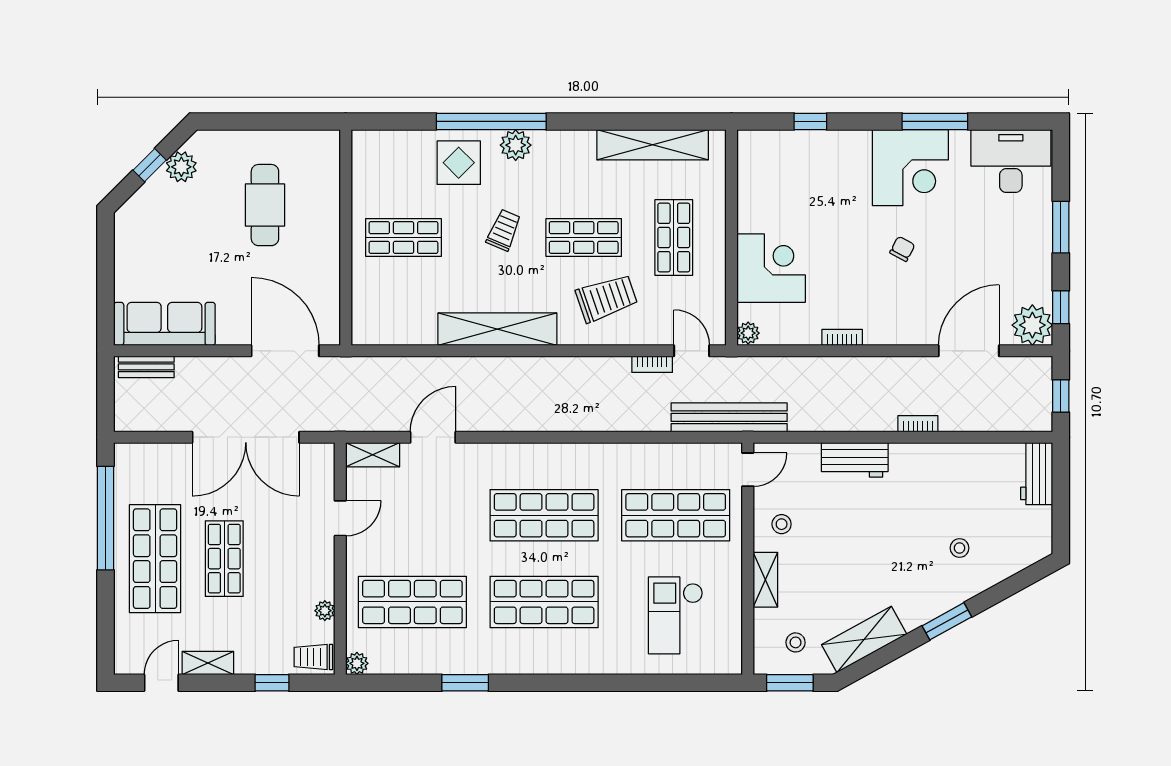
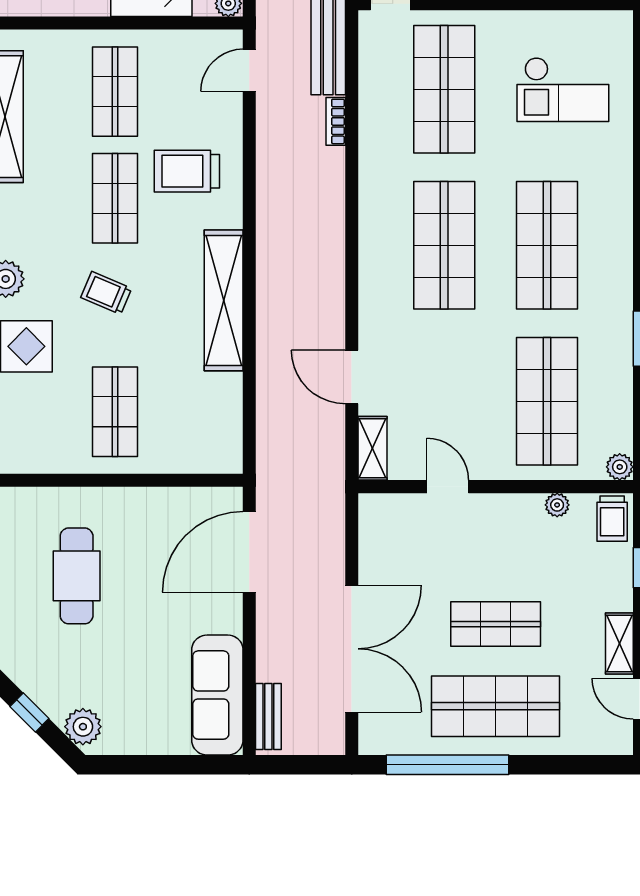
plant: (181, 167) -> (83, 727), moved
cafe table: (265, 205) -> (77, 576), turned 90
shop shelf: (674, 238) -> (115, 92), turned 90
trolley: (606, 298) -> (187, 171), turned -71
bookcase: (652, 364) -> (336, 121), moved, turned 180
double door: (246, 437) -> (352, 649), moved

